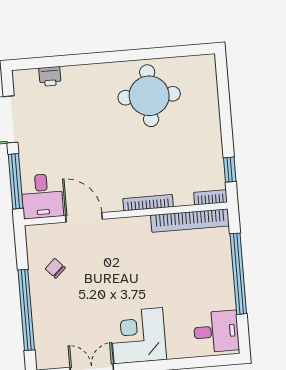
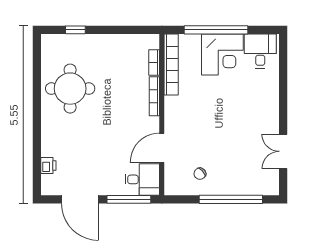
window: (230, 170) -> (75, 30), moved
bookcase: (211, 197) -> (154, 63), moved
corner desk: (138, 336) -> (222, 55), moved, turned -90

